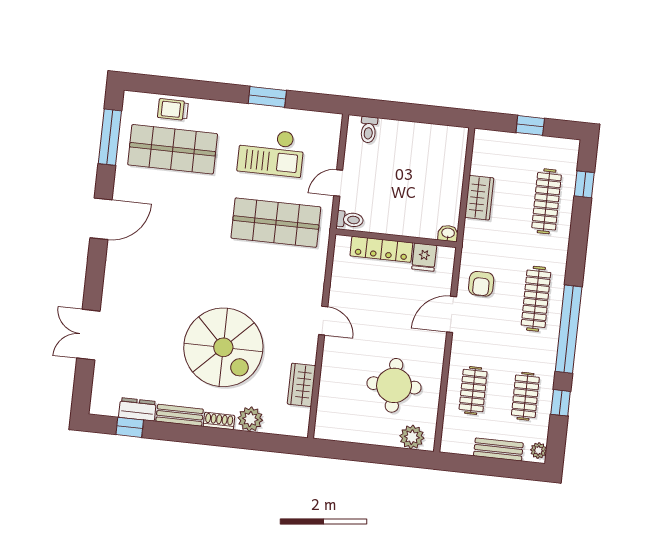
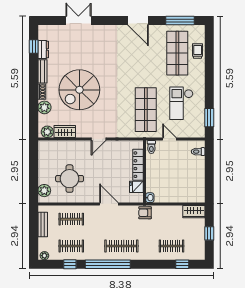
window: (267, 97) -> (209, 118), moved
wardrobe: (479, 198) -> (194, 212), moved
clothes rail: (547, 201) -> (171, 246), width x0.73
armchair: (481, 284) -> (145, 213), moved
plant: (298, 419) -> (47, 132), added
bench: (498, 449) -> (43, 224), moved

